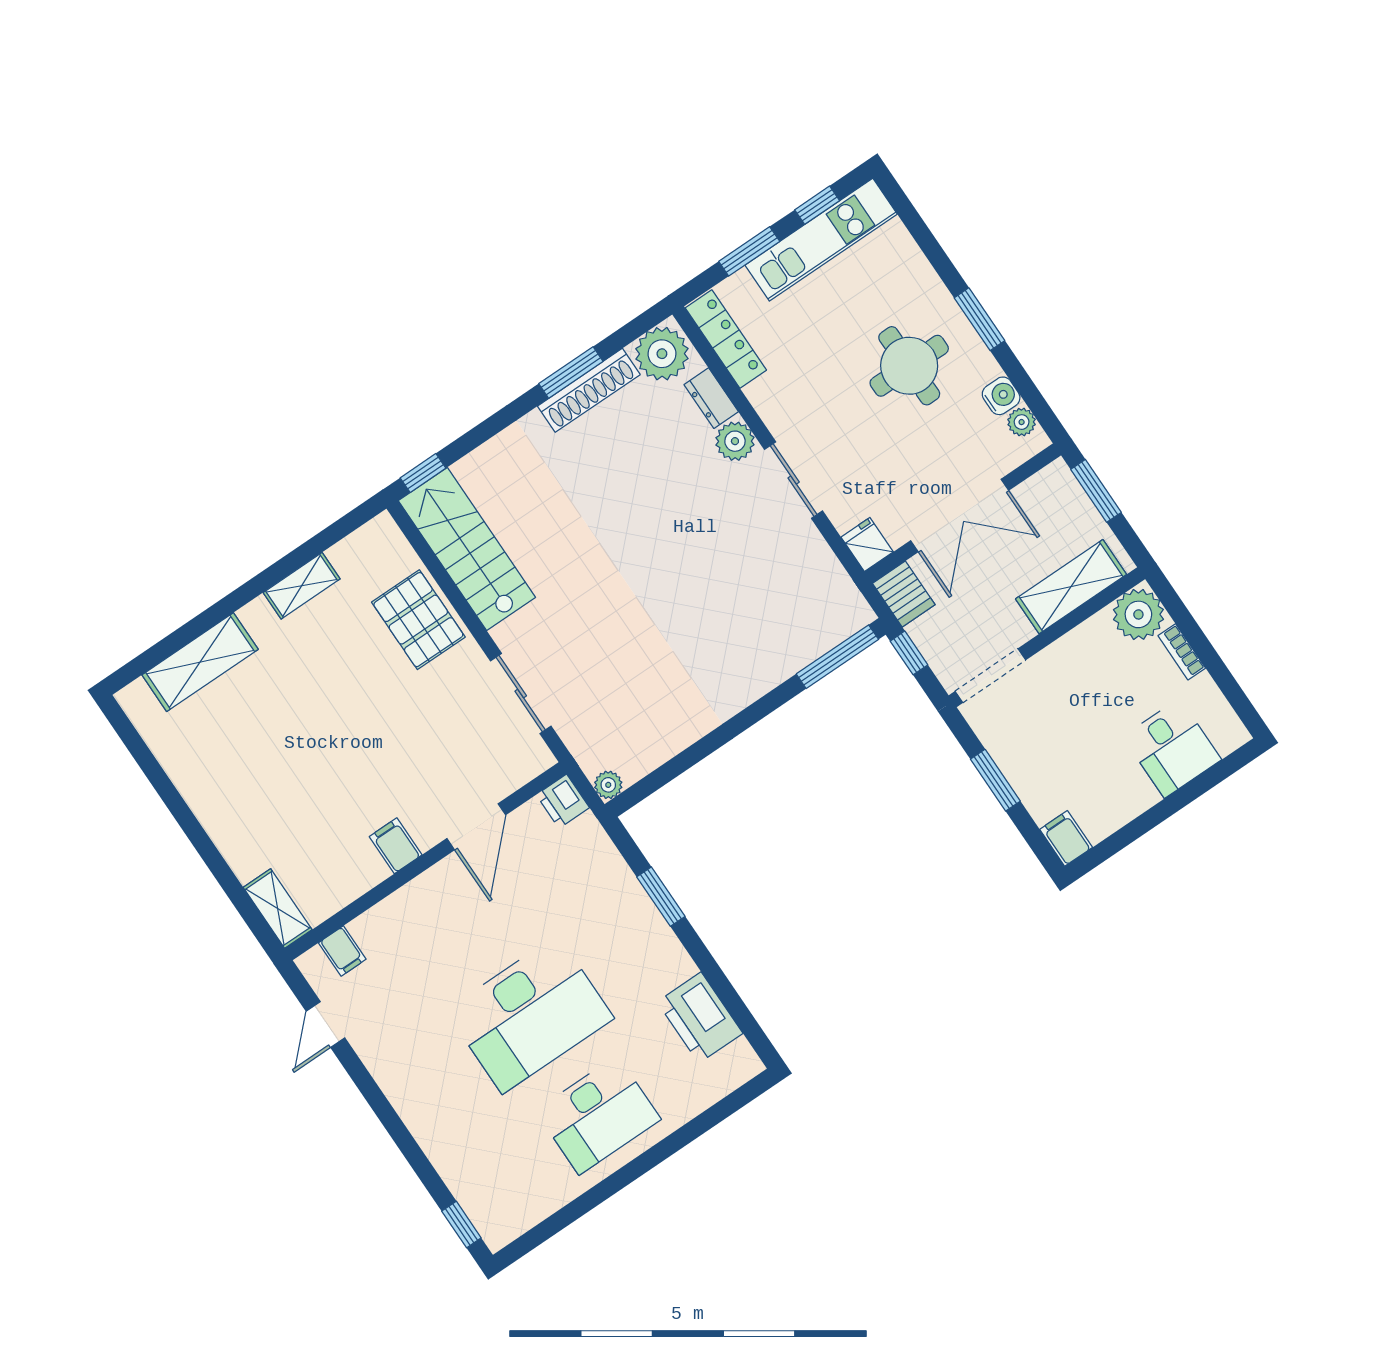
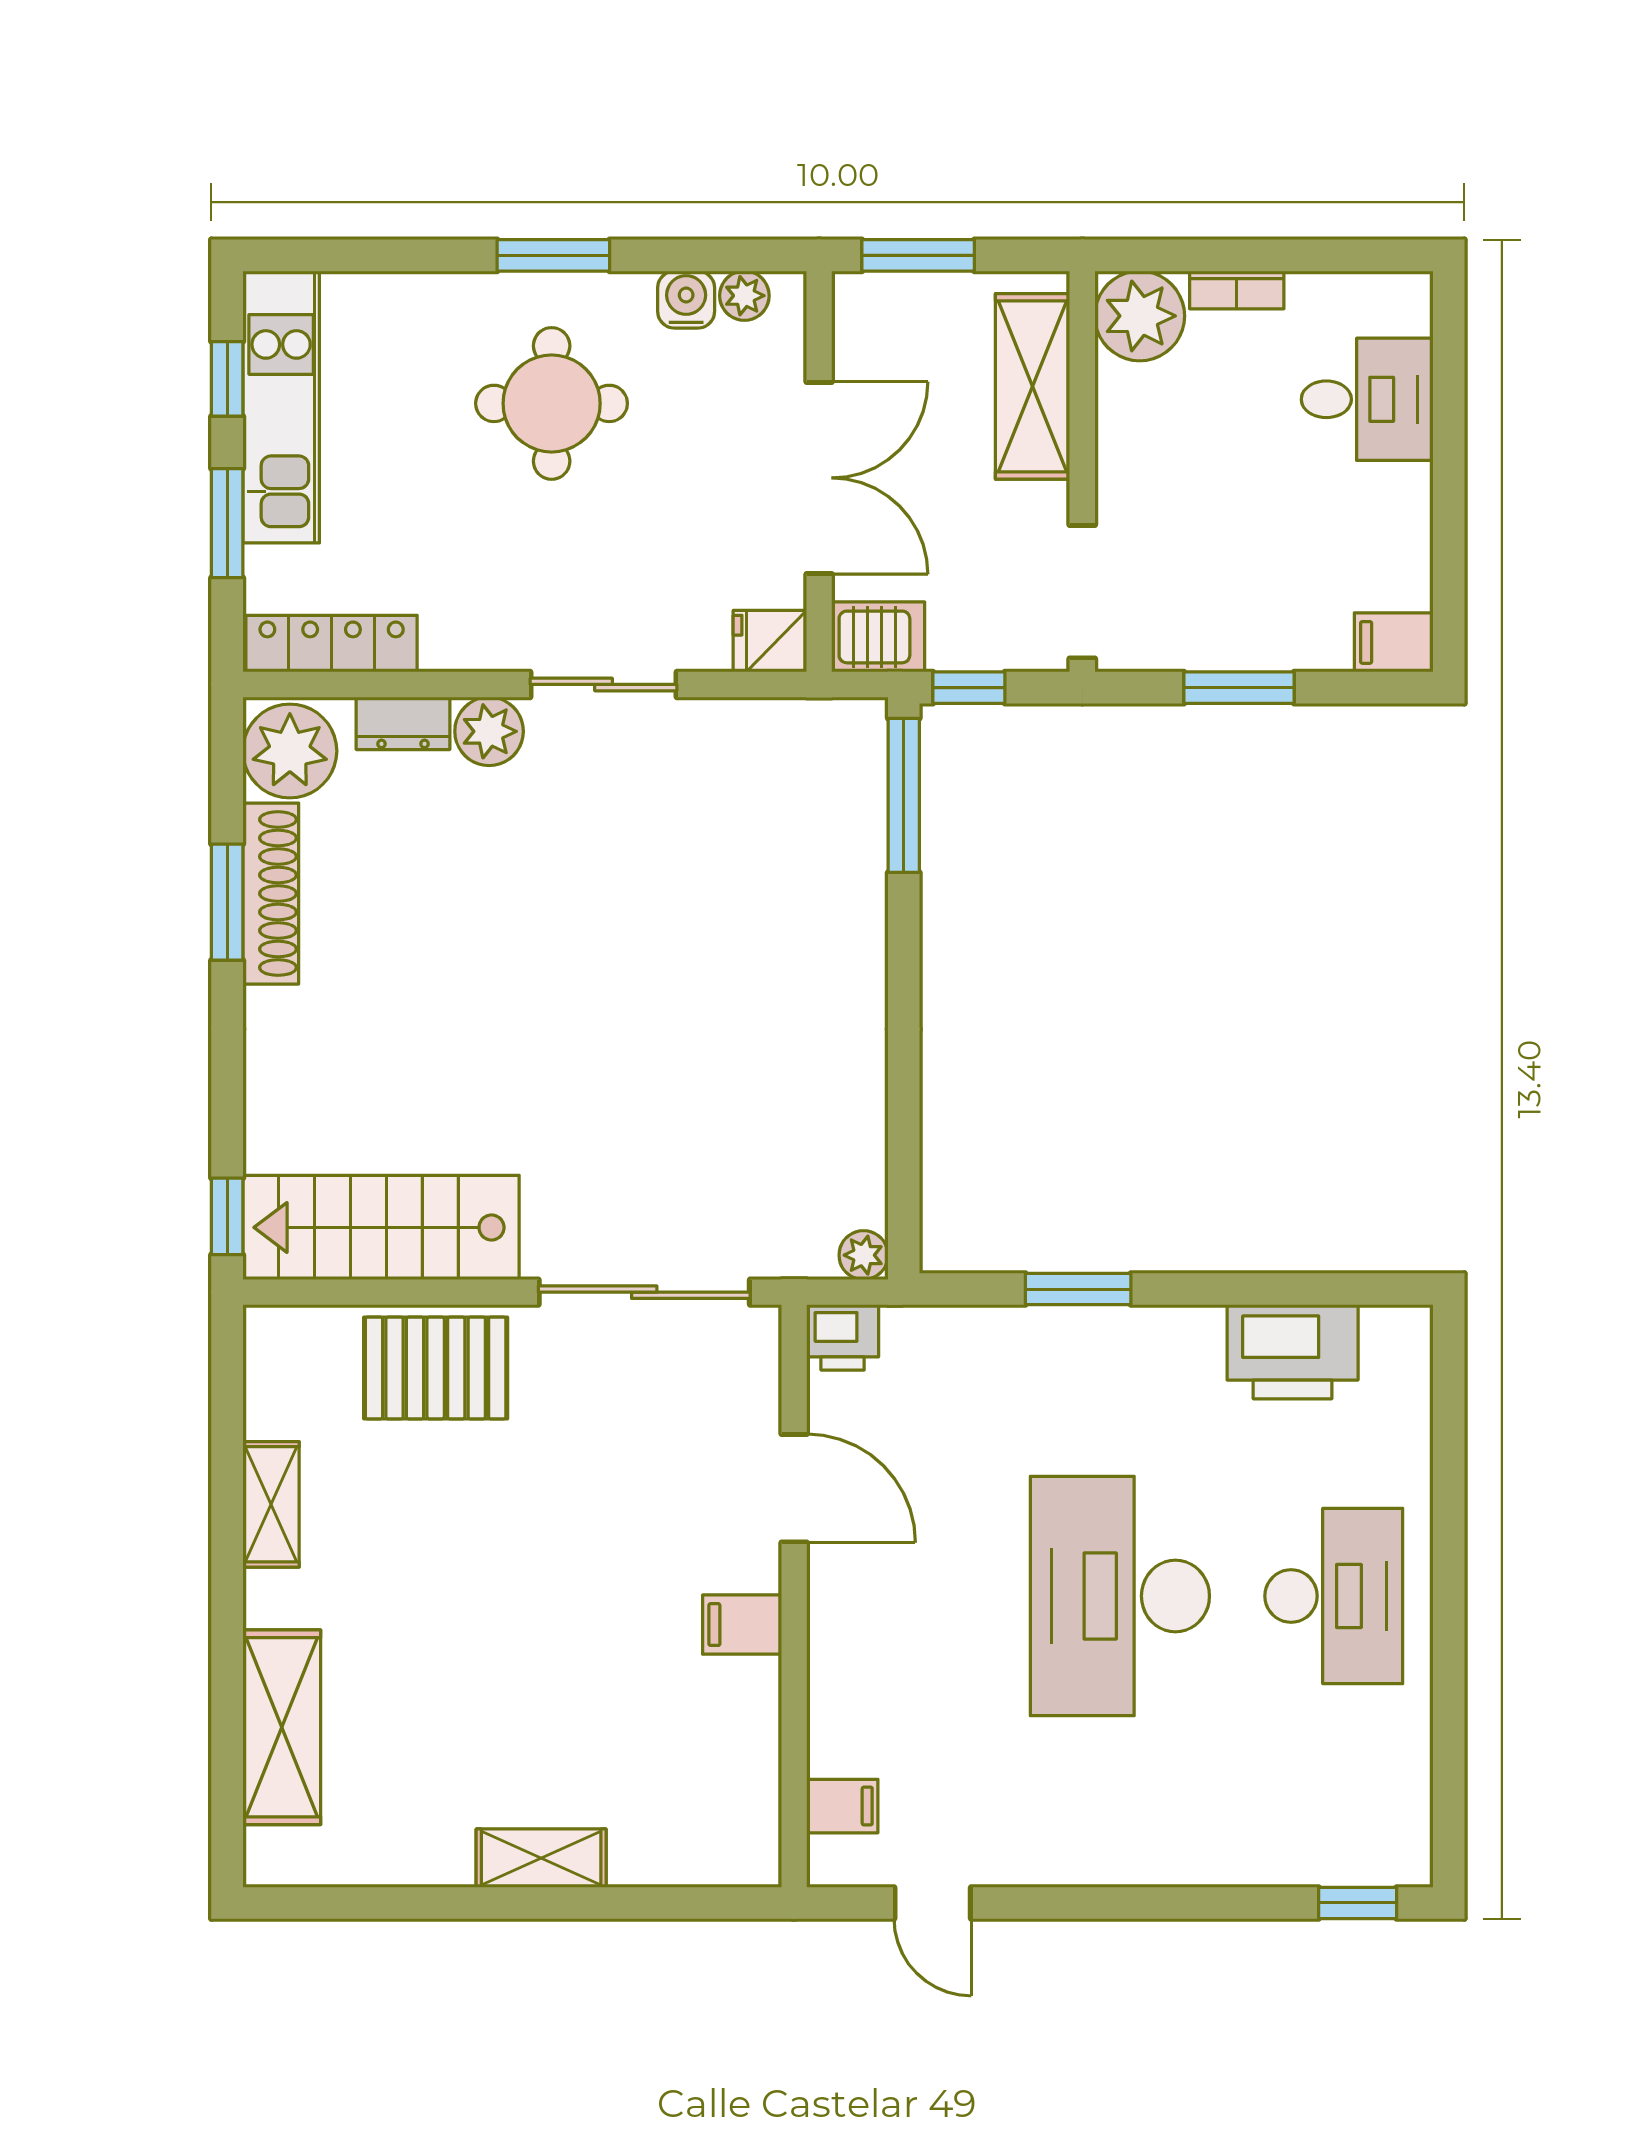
sliding door: (521, 693) -> (644, 1292), width x1.37
shelving: (278, 909) -> (541, 1858), moved
desk: (530, 1014) -> (1120, 1596), turned 180

